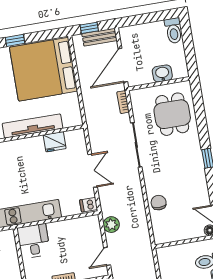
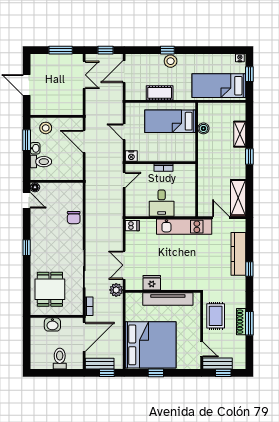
toilet: (173, 31) -> (60, 359), moved
window: (15, 40) -> (156, 373), moved
double door: (93, 171) -> (124, 265), moved
plant: (111, 225) -> (116, 290), moved
desk: (34, 241) -> (162, 203), moved

